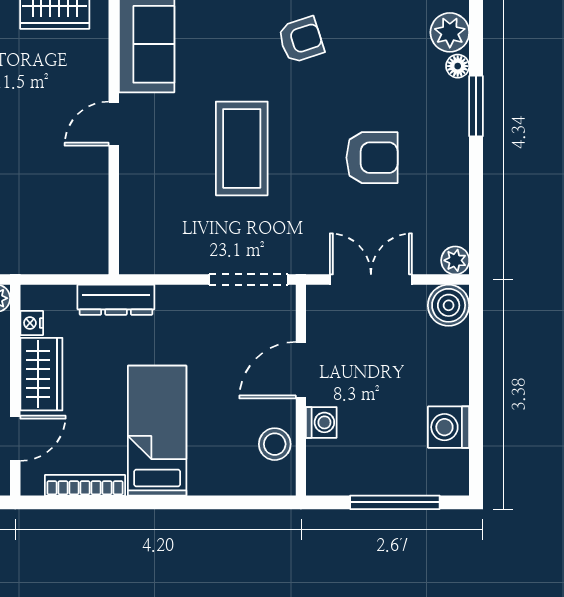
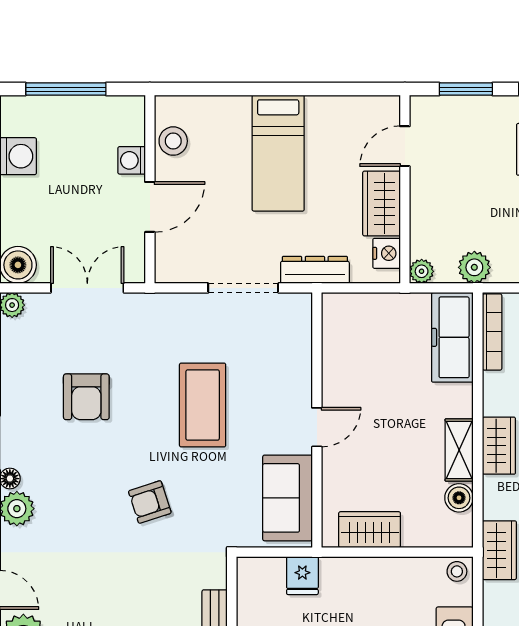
armchair: (372, 158) -> (86, 397), turned -90
doorway: (248, 280) -> (243, 288), moved
double door: (371, 280) -> (87, 288), swing flipped
nightstand: (32, 323) -> (387, 253), width x1.39, depth x1.35
bookcase: (85, 485) -> (343, 104), removed

